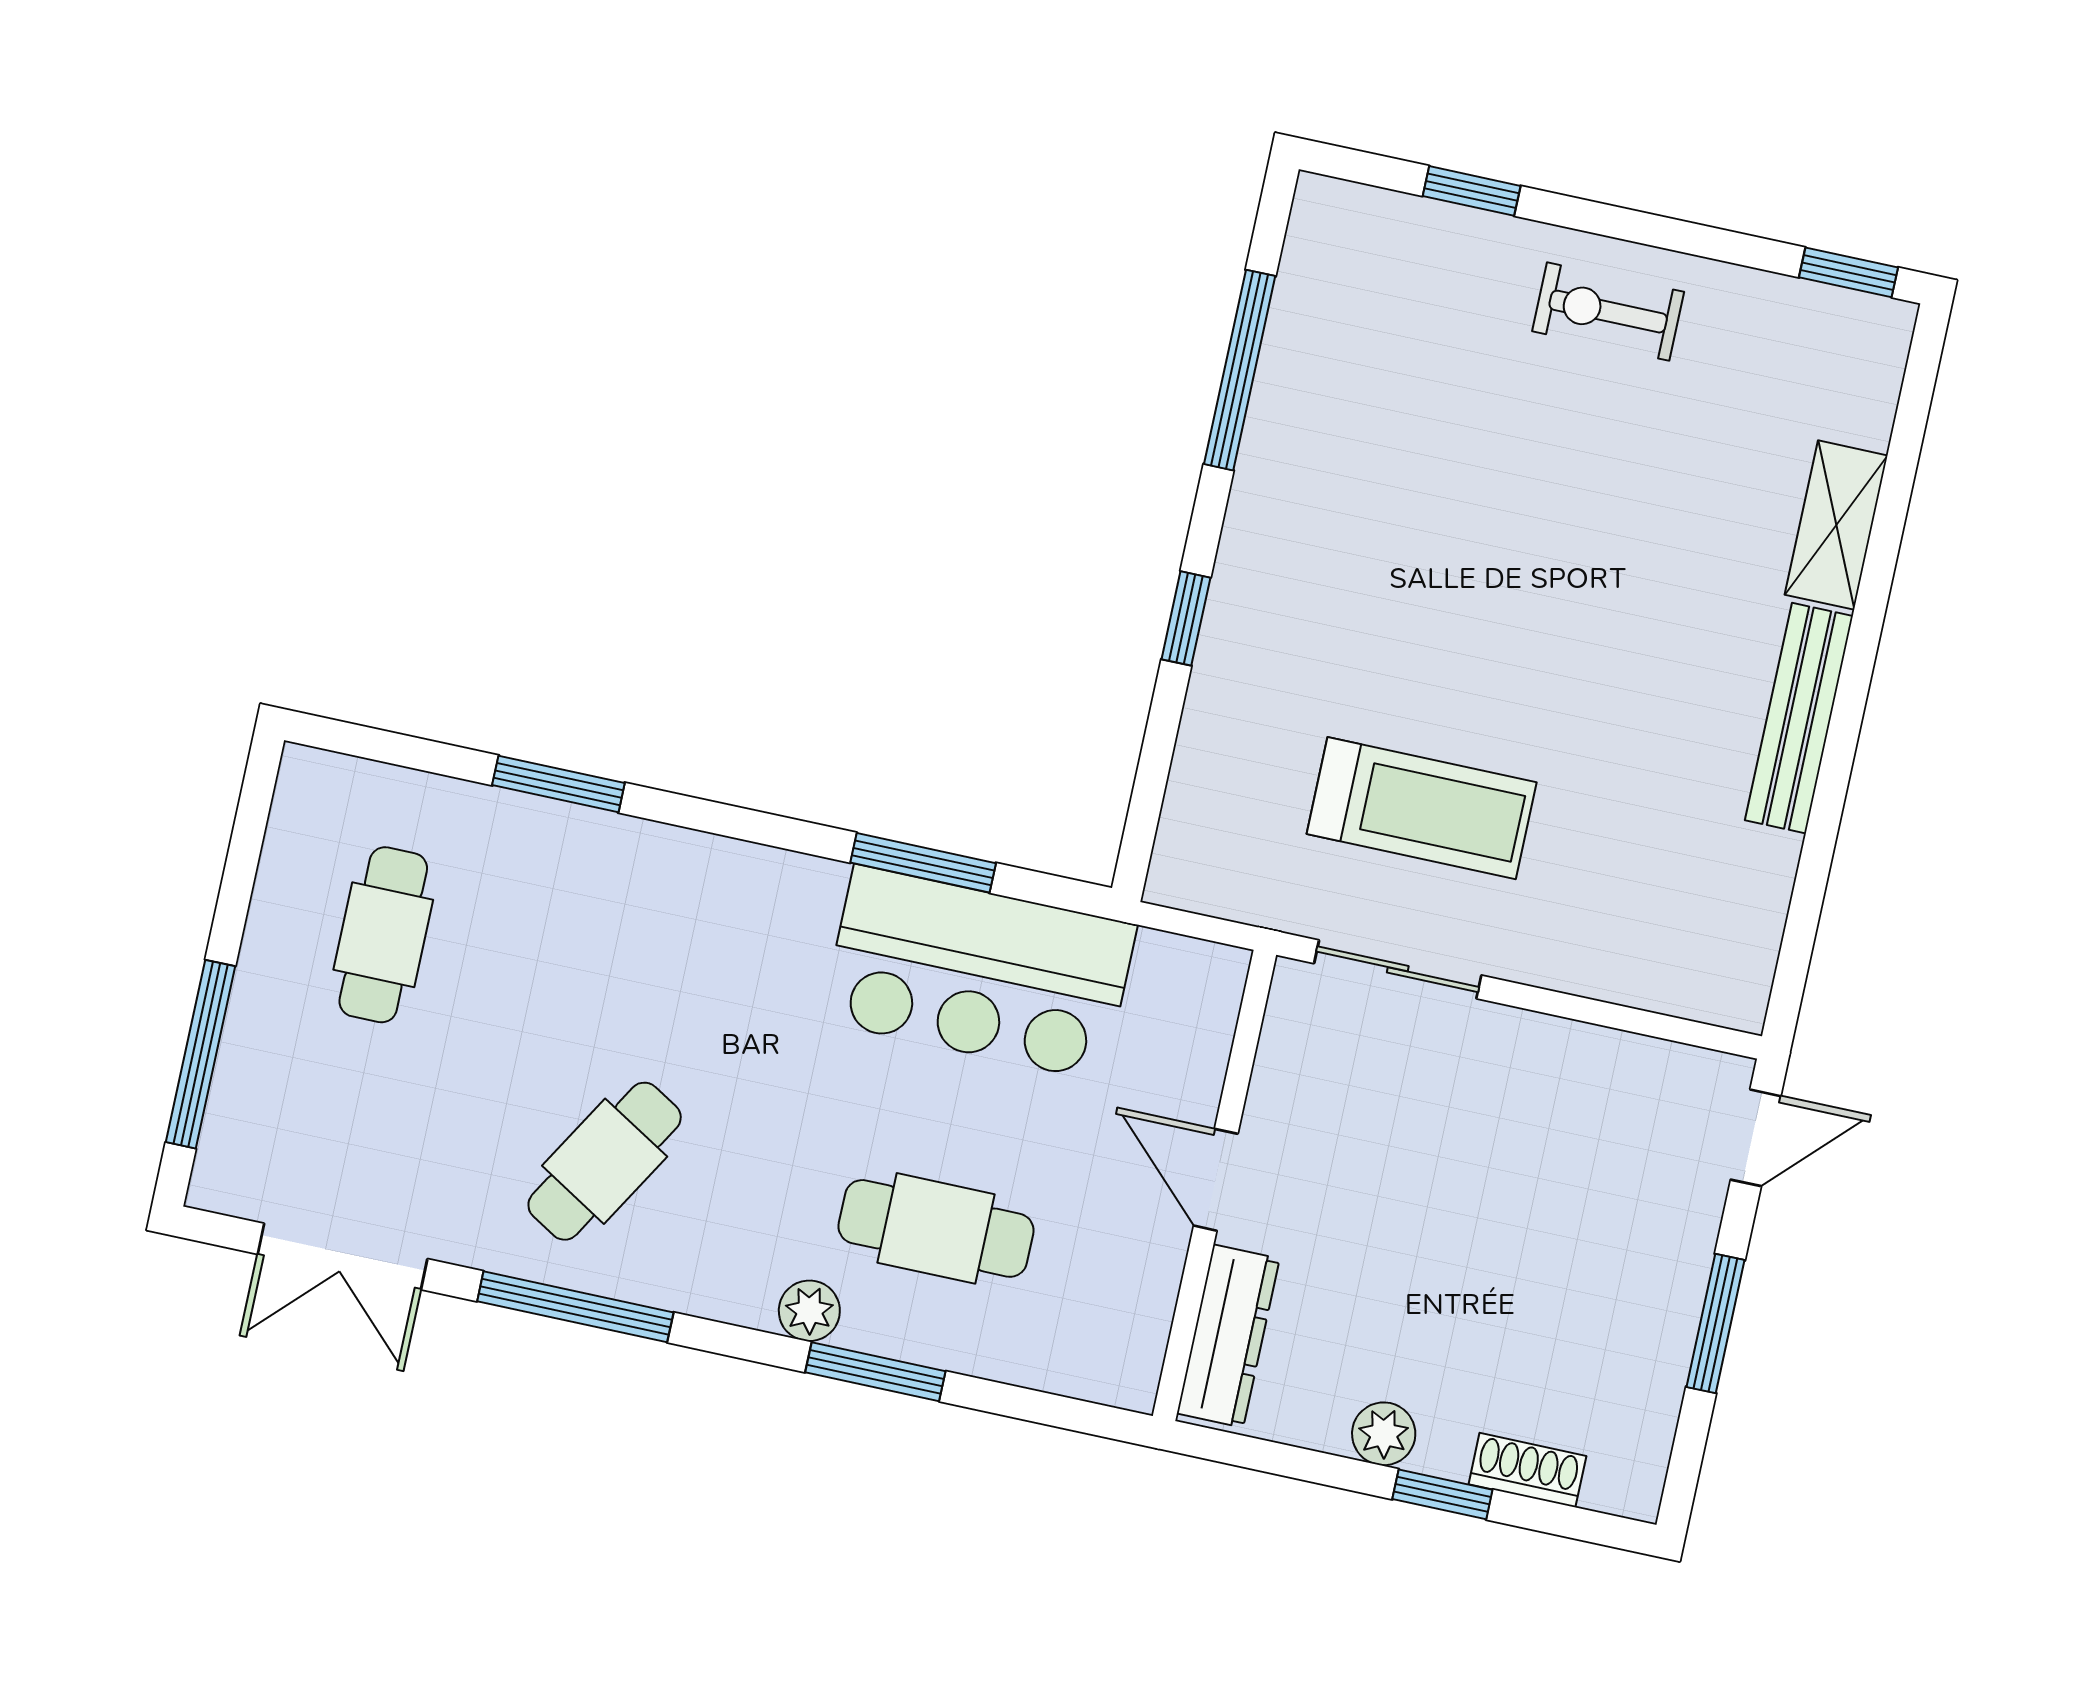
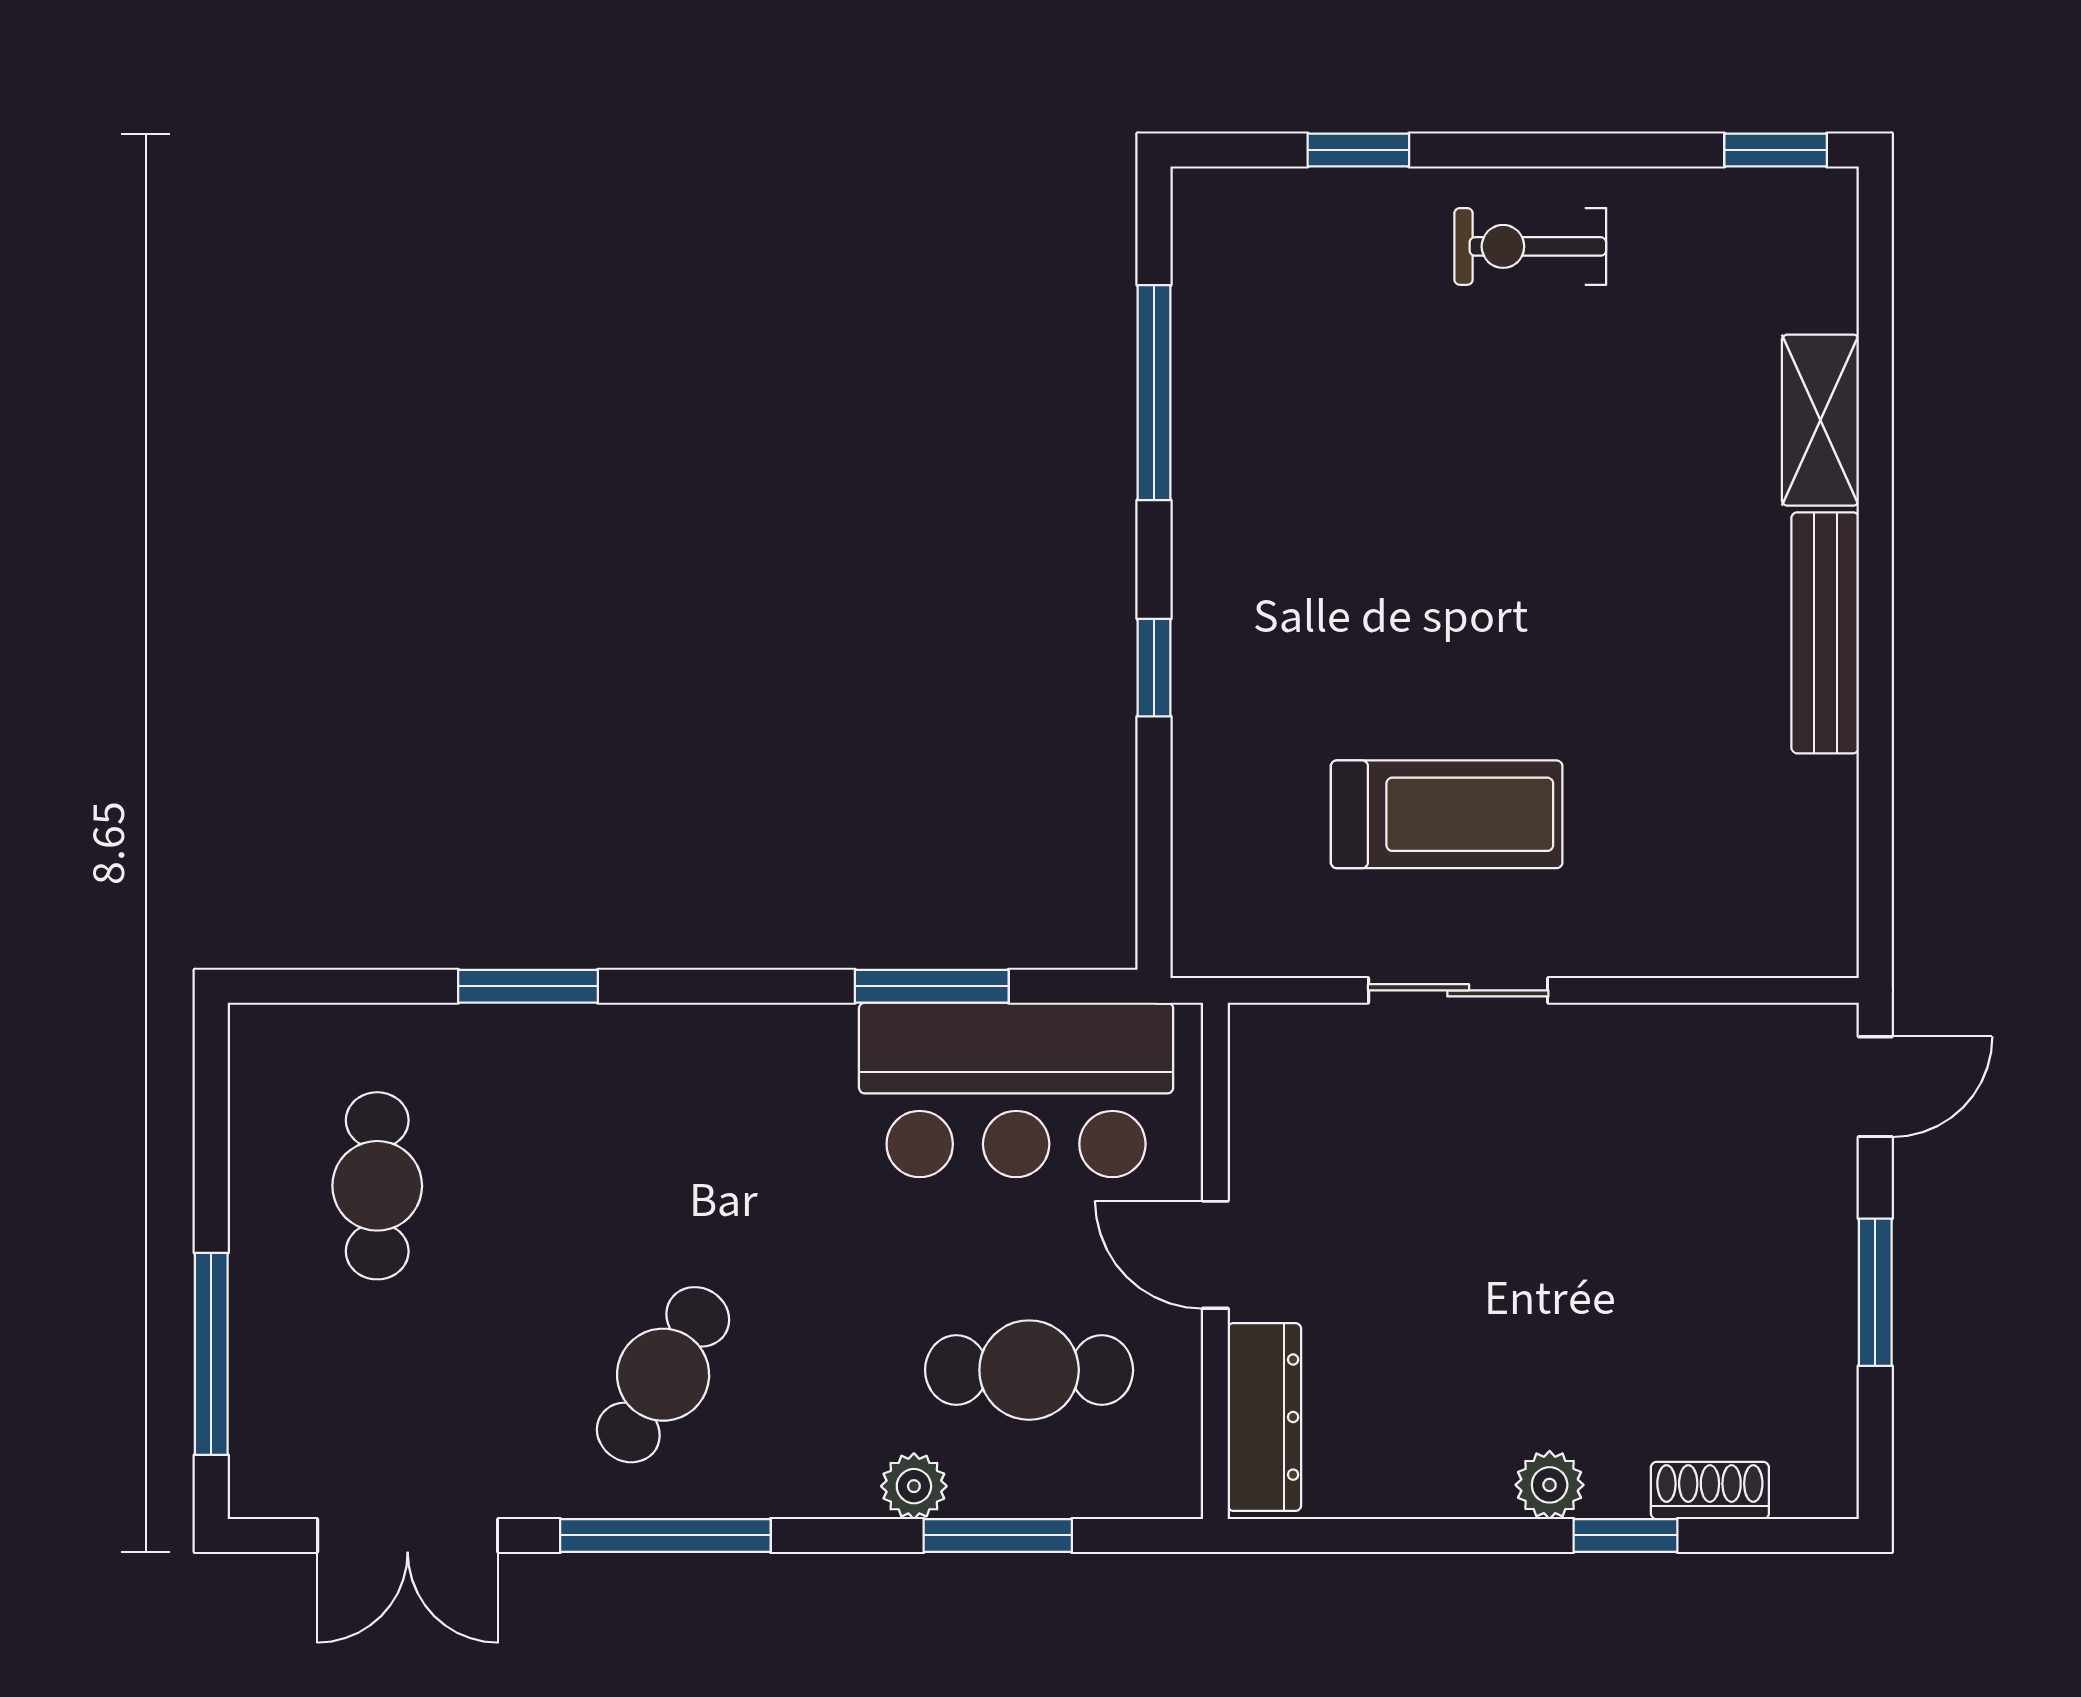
door: (1216, 1180) -> (1215, 1255), moved
wall: (1214, 1185) -> (1215, 1261), moved
dresser: (1228, 1336) -> (1264, 1417), moved

